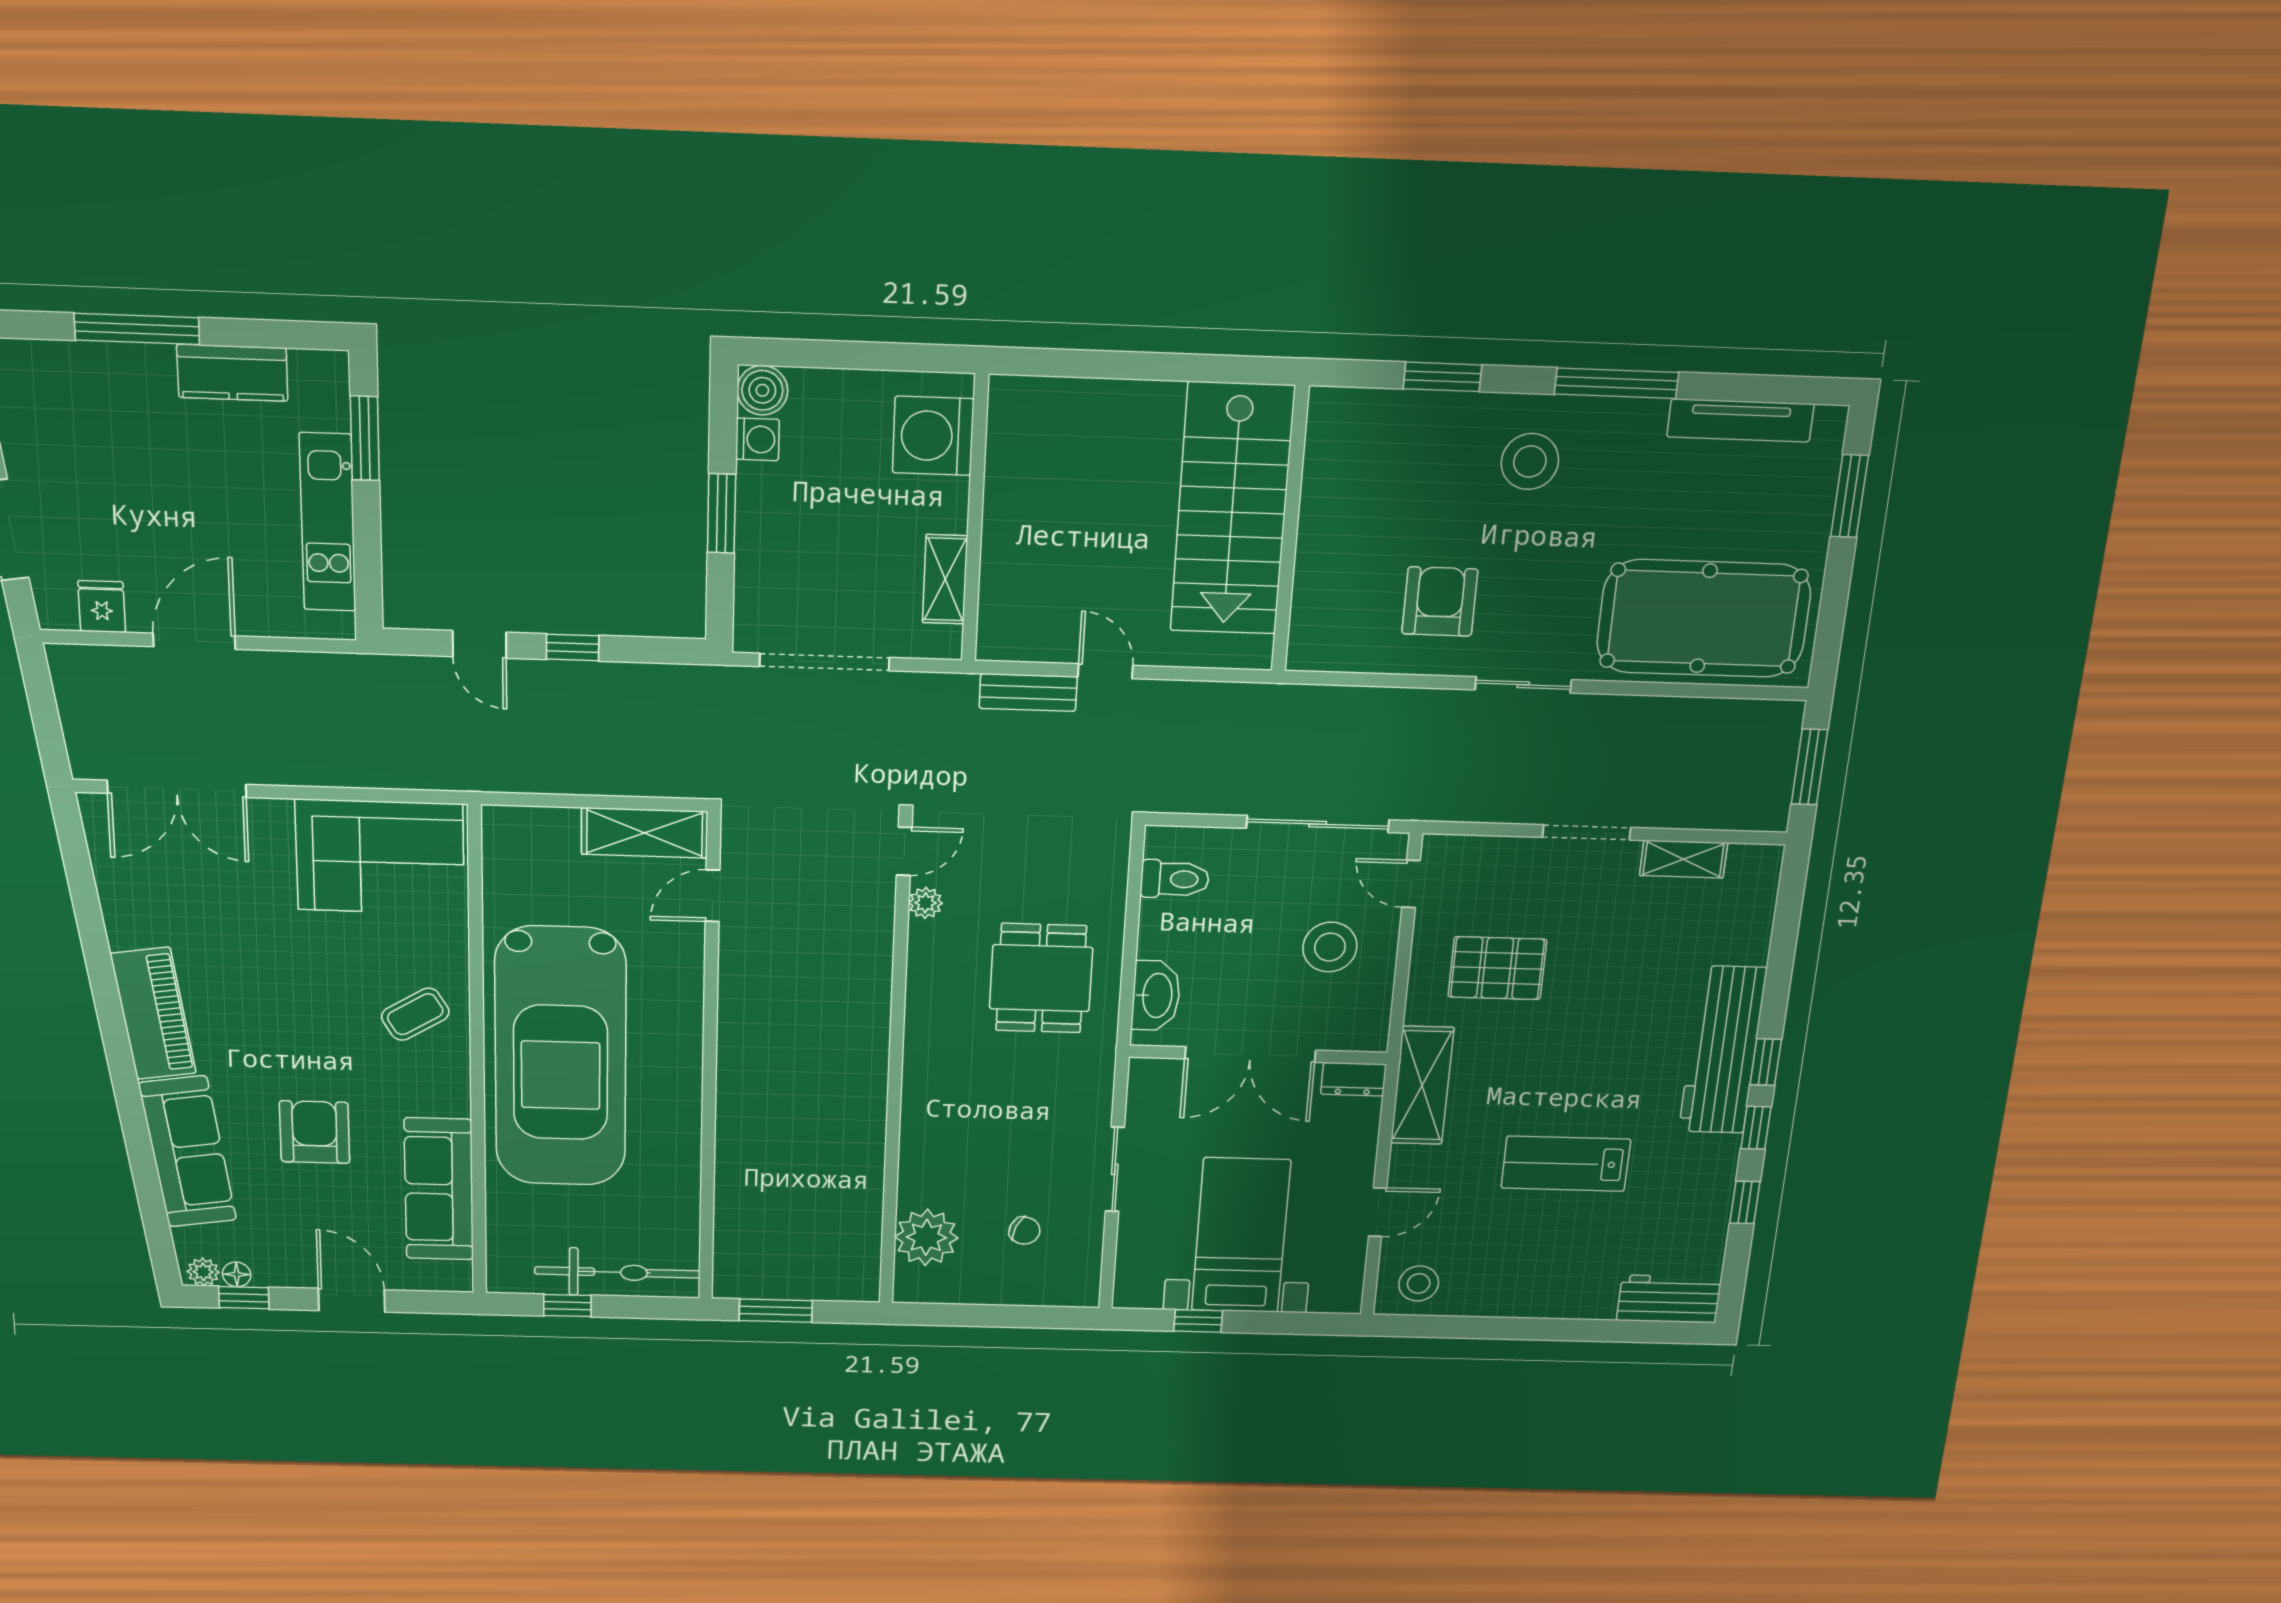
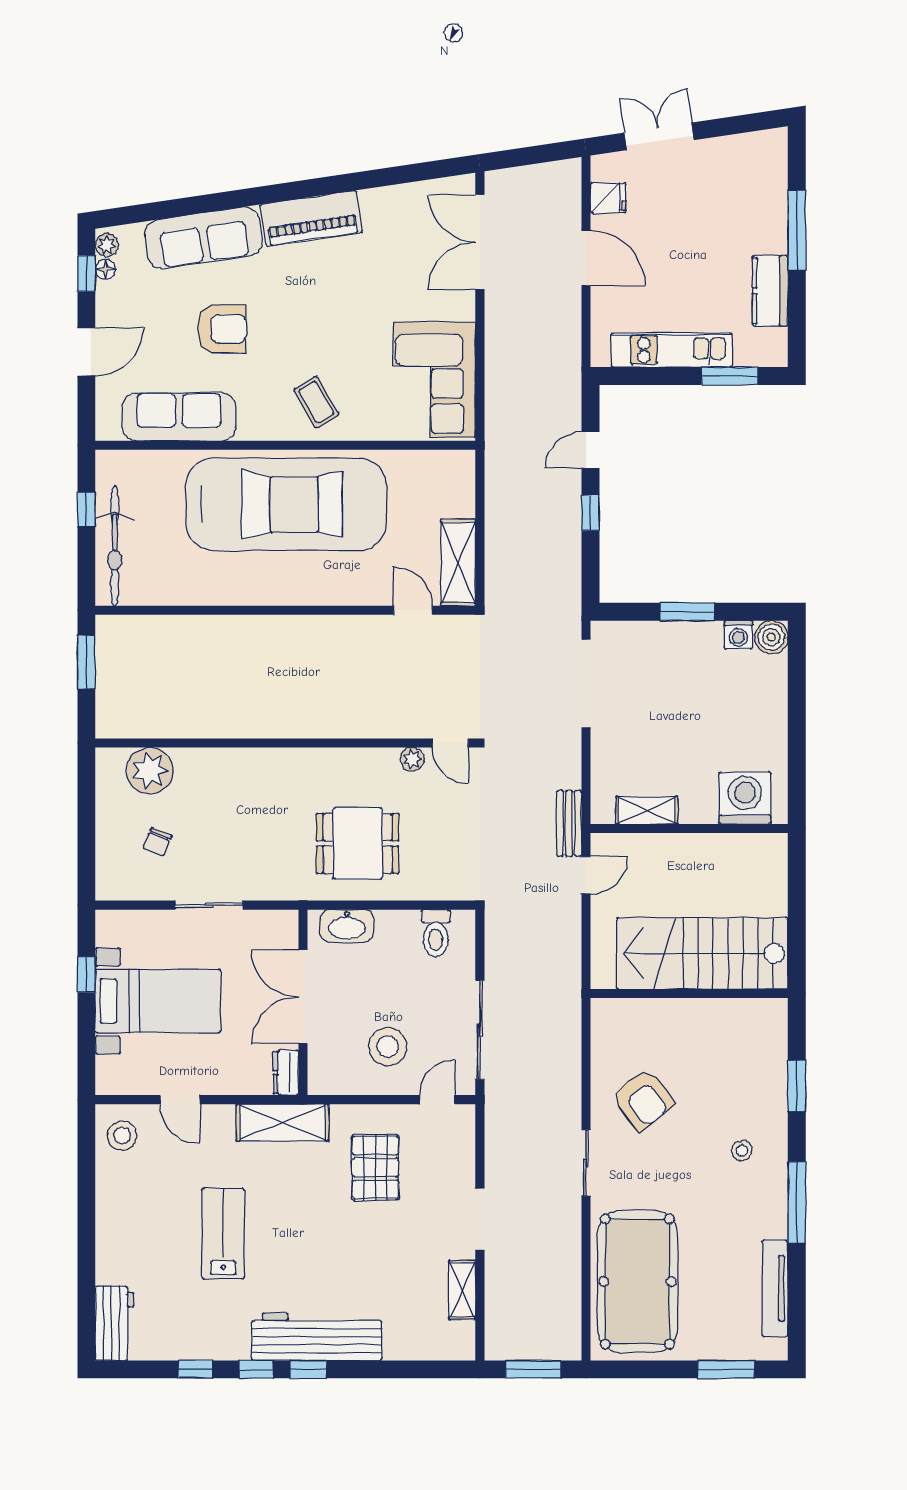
washing machine: (933, 436) -> (745, 798), moved
stool: (1530, 462) -> (742, 1150), width x0.53, depth x0.53
wall: (975, 519) -> (689, 828), moved
shelving: (945, 579) -> (647, 810), moved
armchair: (1440, 601) -> (643, 1100), turned 52
car: (561, 1057) -> (286, 504), turned 180

